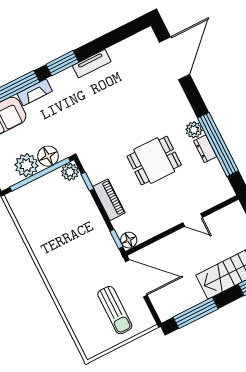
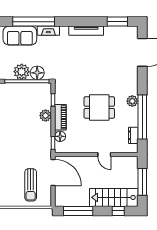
window: (62, 63) -> (117, 22), moved
tv unit: (92, 64) -> (86, 31), width x1.41
dresser: (205, 149) -> (133, 135), moved
plant: (70, 172) -> (46, 115), moved
floor lamp: (129, 240) -> (60, 136), moved

